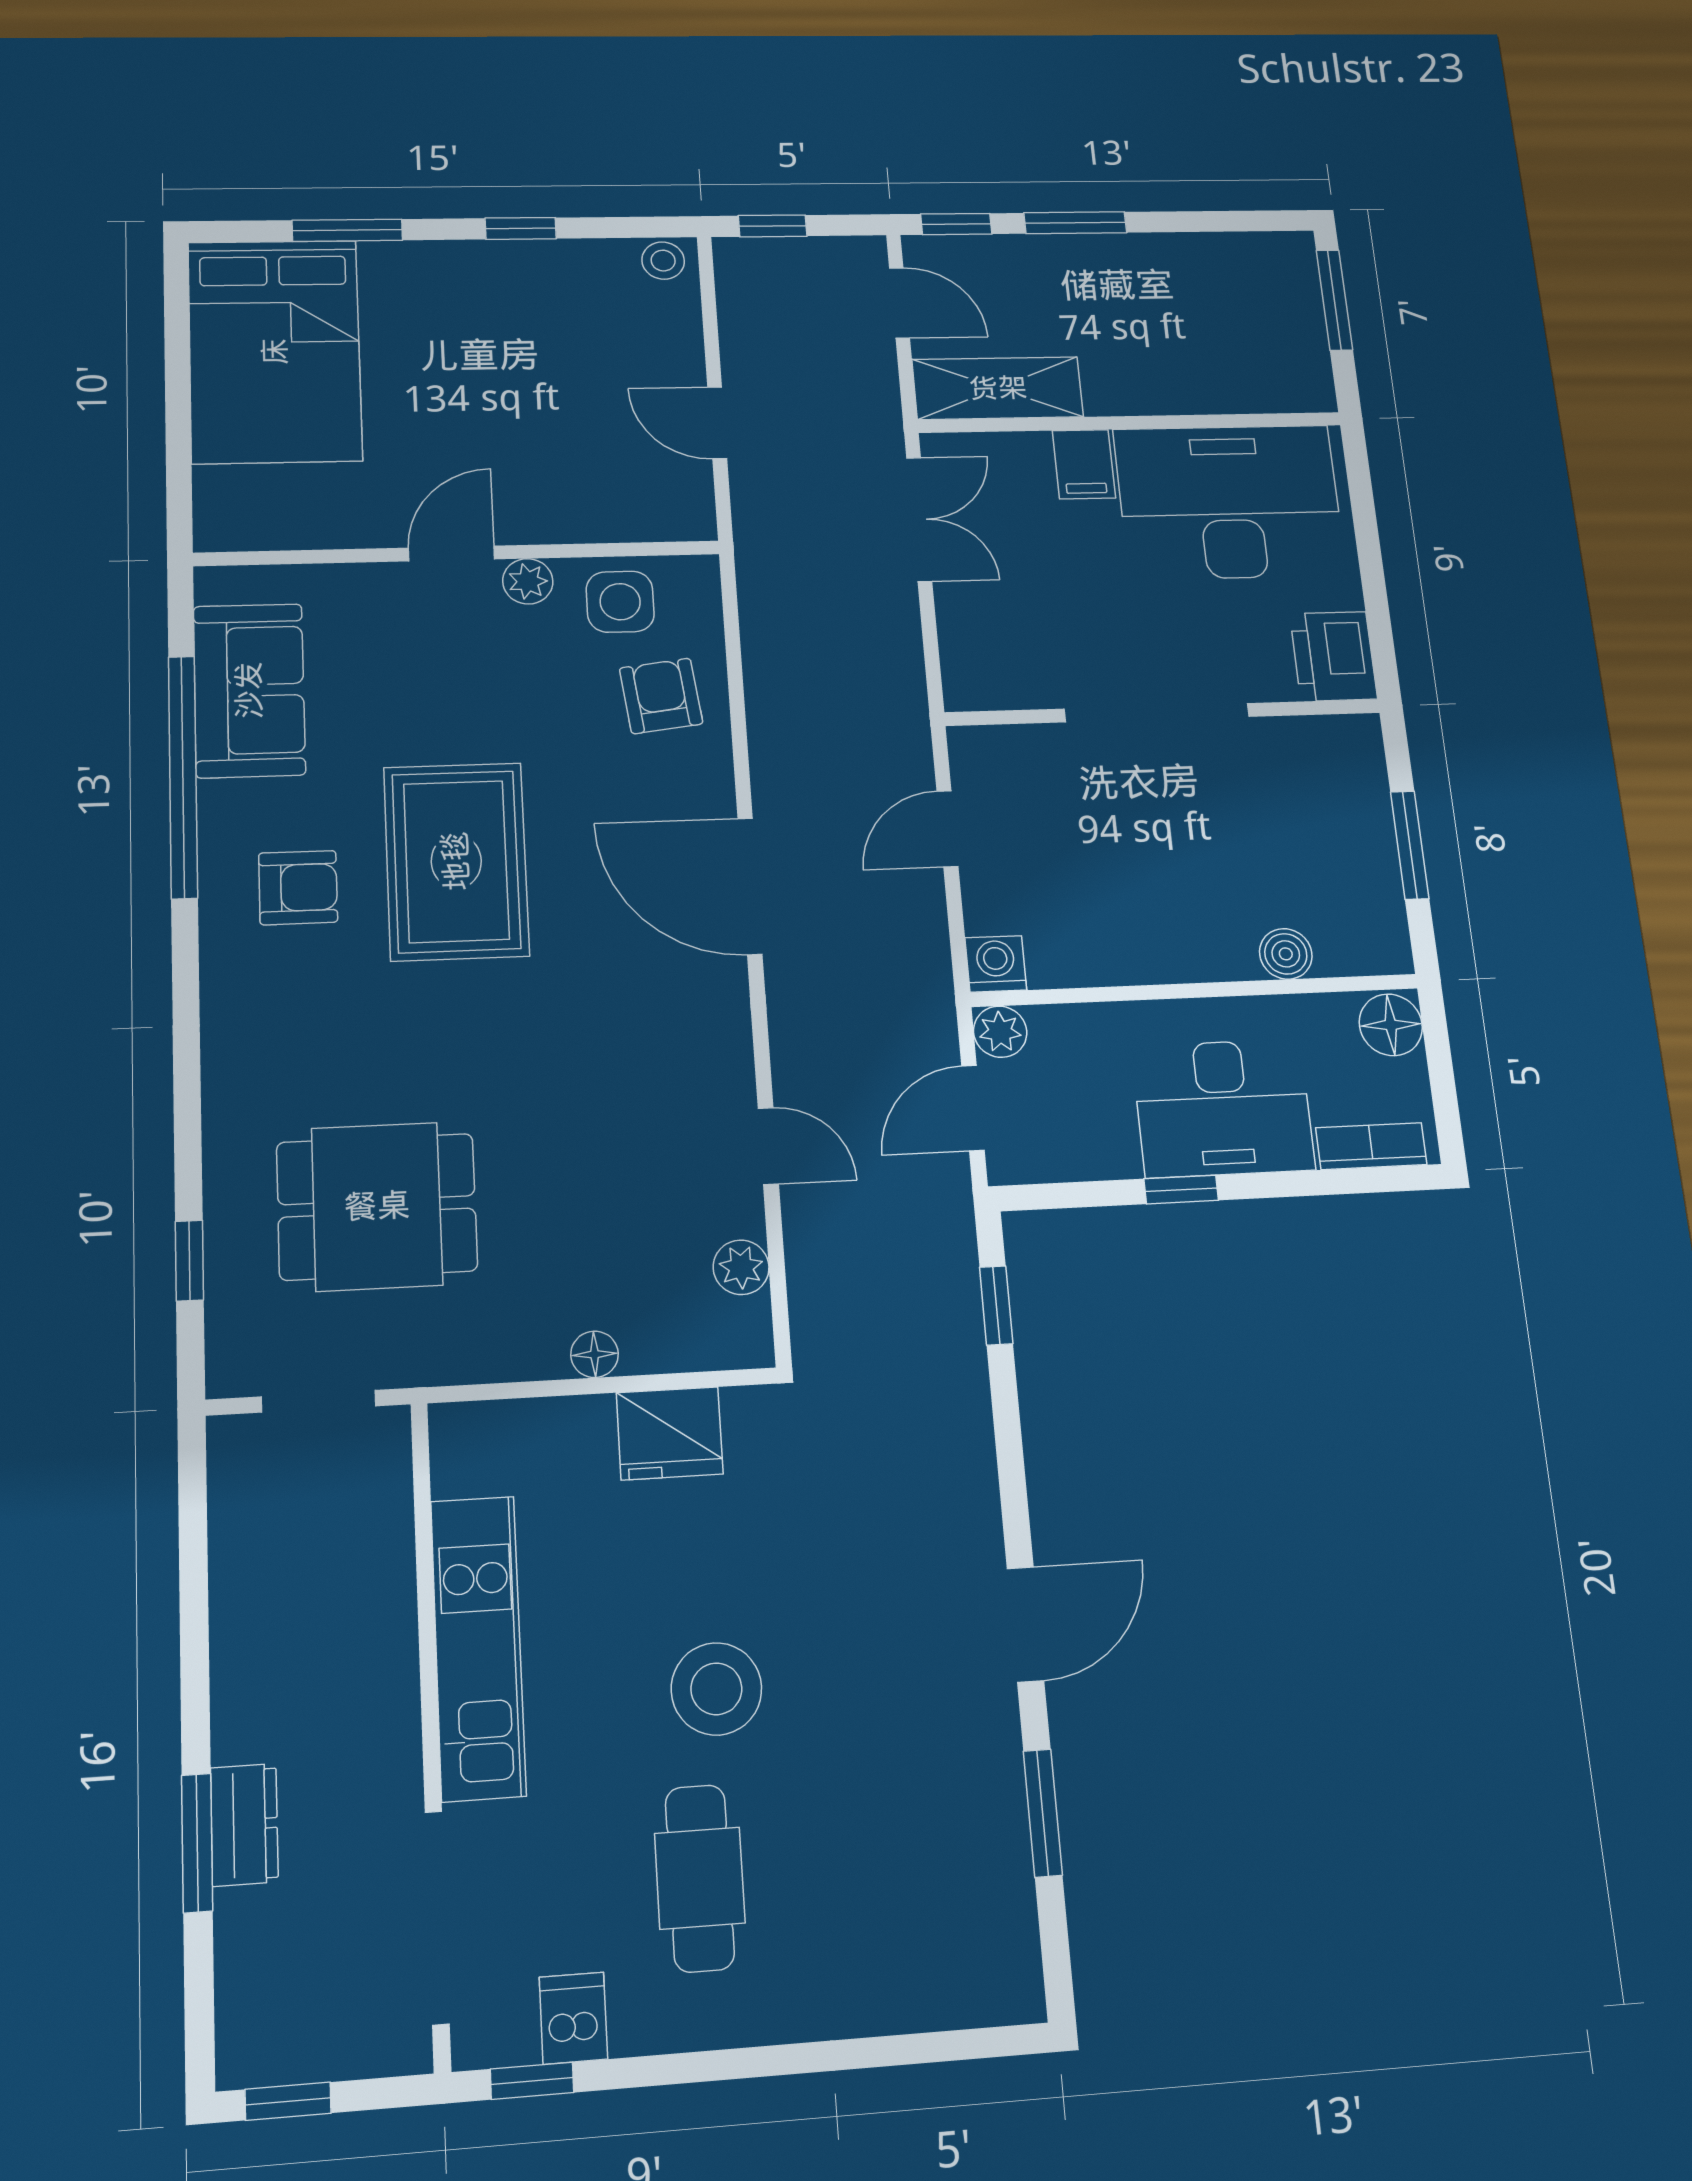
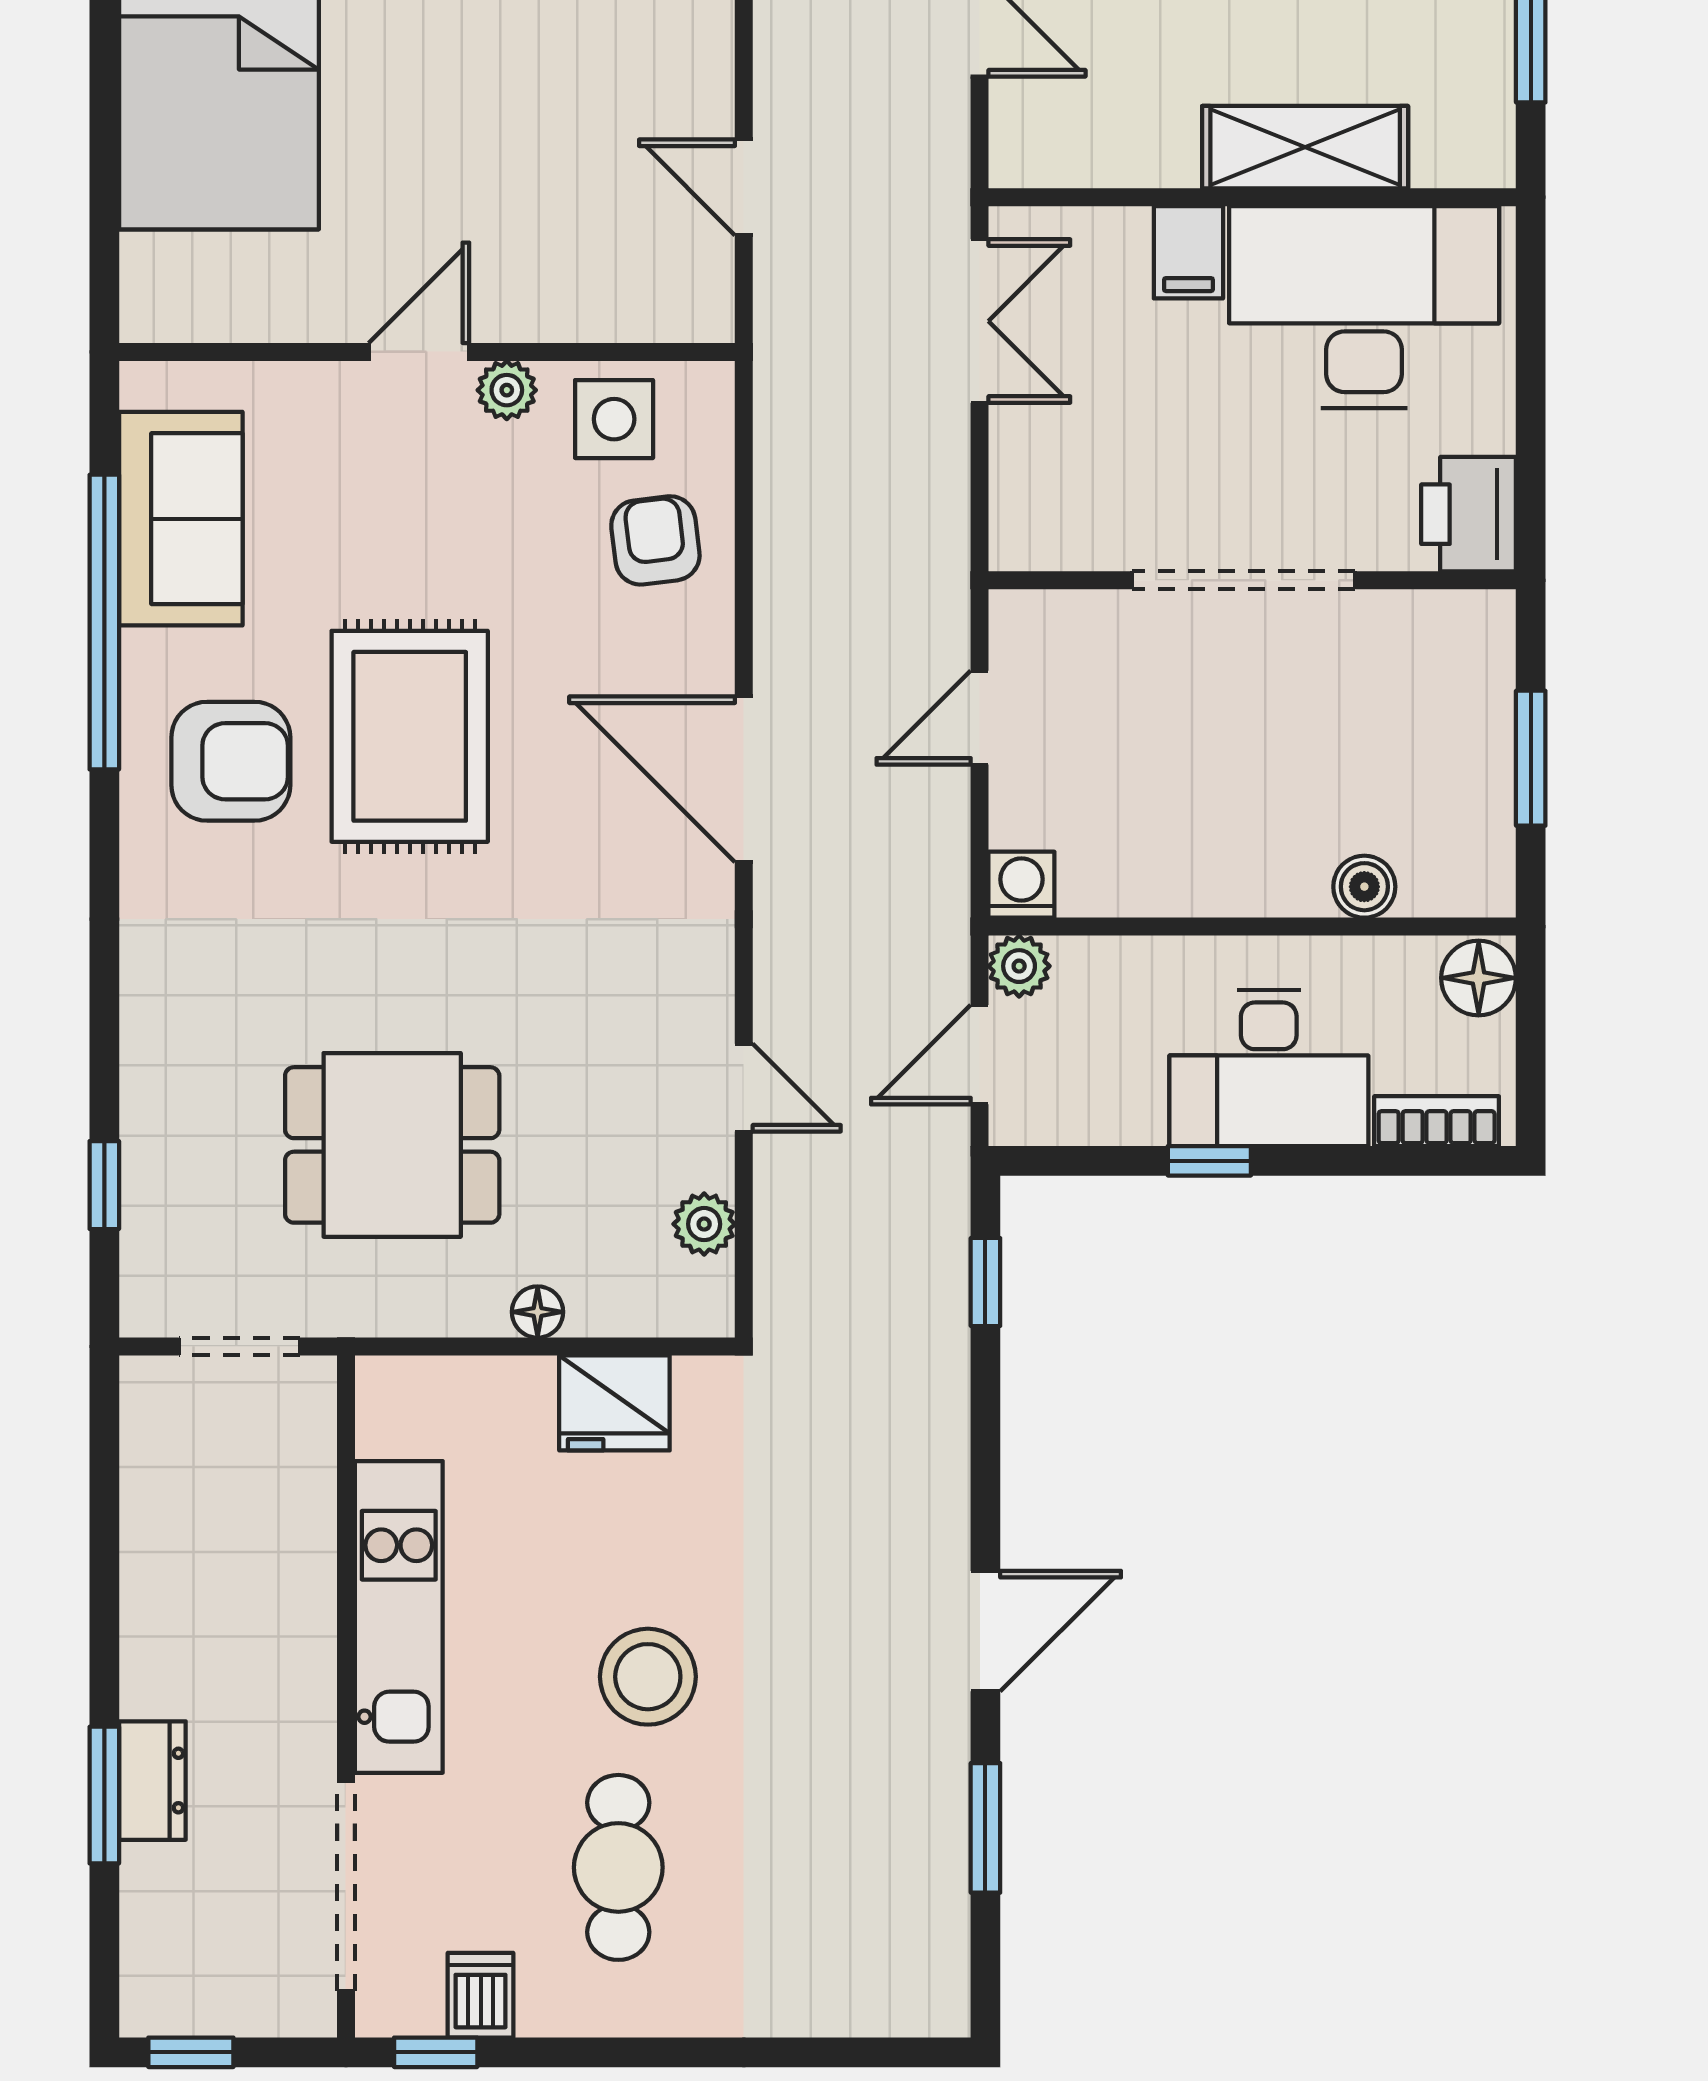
shelving: (998, 388) -> (1305, 147), moved
armchair: (298, 888) -> (231, 761), width x1.38, depth x1.38
dining table: (377, 1206) -> (392, 1145), moved

